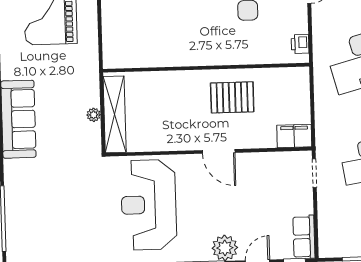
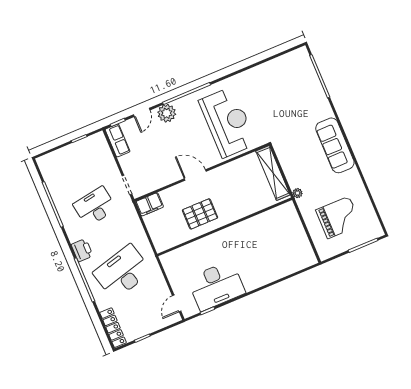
printer: (300, 44) -> (169, 266), removed
plant: (94, 115) -> (297, 193), moved

